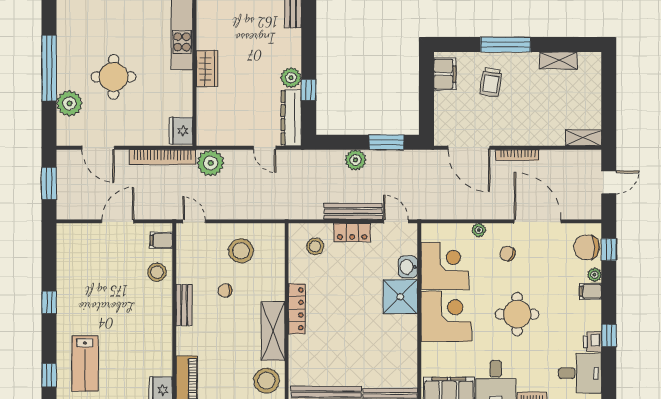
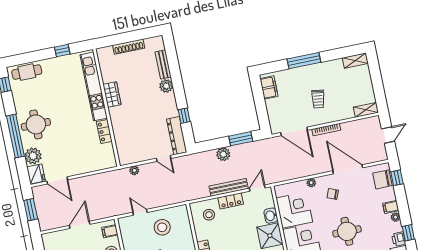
shelving: (558, 60) -> (355, 61), moved
wardrobe: (207, 69) -> (112, 94), moved
round table: (114, 77) -> (36, 124), moved
plant: (291, 78) -> (166, 86), moved
trolley: (491, 82) -> (318, 99), moved
locker: (184, 89) -> (104, 131), added
fridge: (181, 131) -> (36, 174), moved, turned 180
bookcase: (162, 157) -> (99, 178), removed
plant: (211, 163) -> (134, 170), width x0.53, depth x0.53
door: (194, 221) -> (140, 212), moved
door: (396, 221) -> (257, 188), hinge flipped
plant: (594, 275) -> (396, 217), moved

